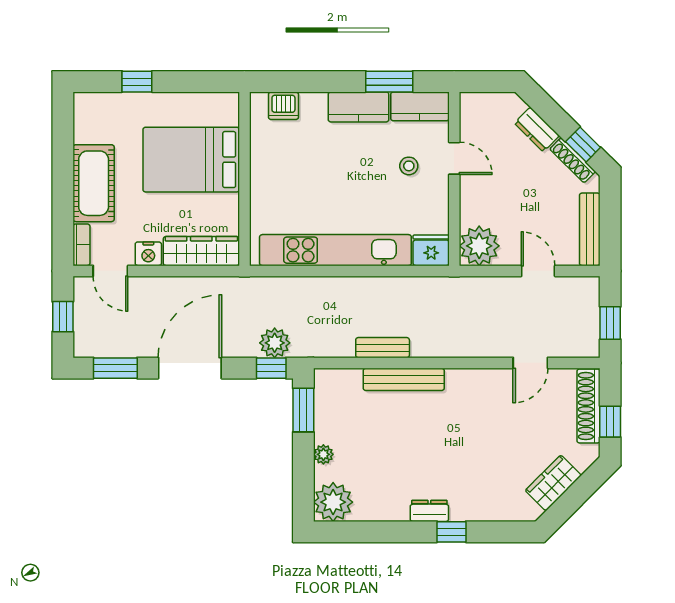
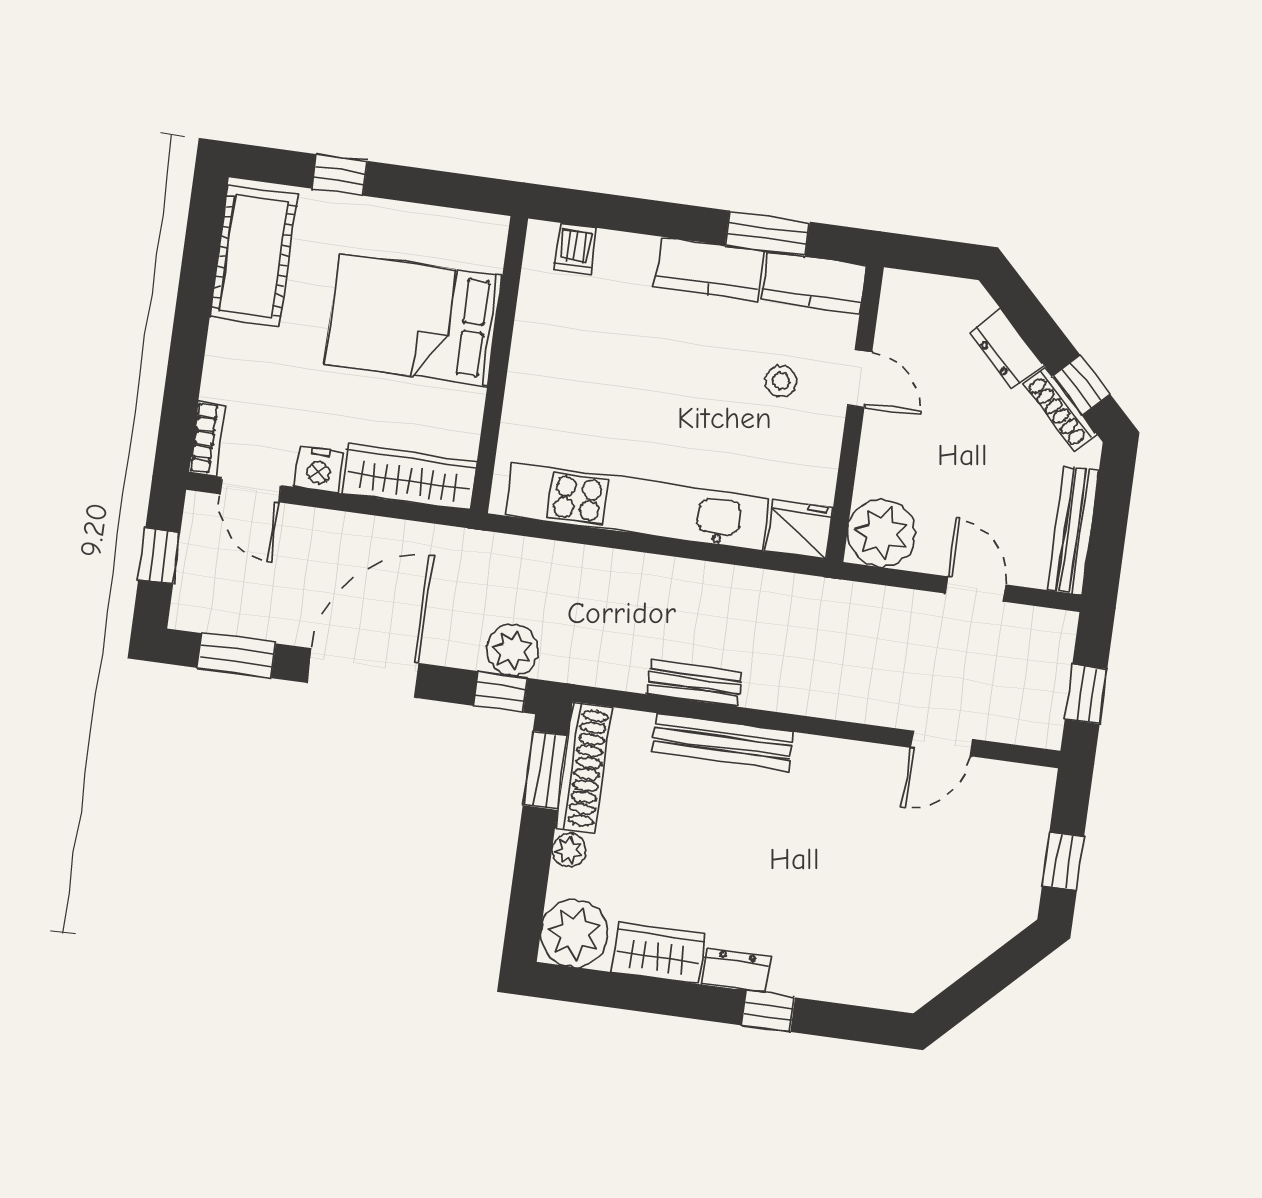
dishwasher: (283, 106) -> (575, 249), width x0.73
cot: (94, 183) -> (253, 256), moved
shoe rack: (589, 406) -> (583, 768), moved, turned 180
wardrobe: (553, 483) -> (658, 953), moved, turned 45

